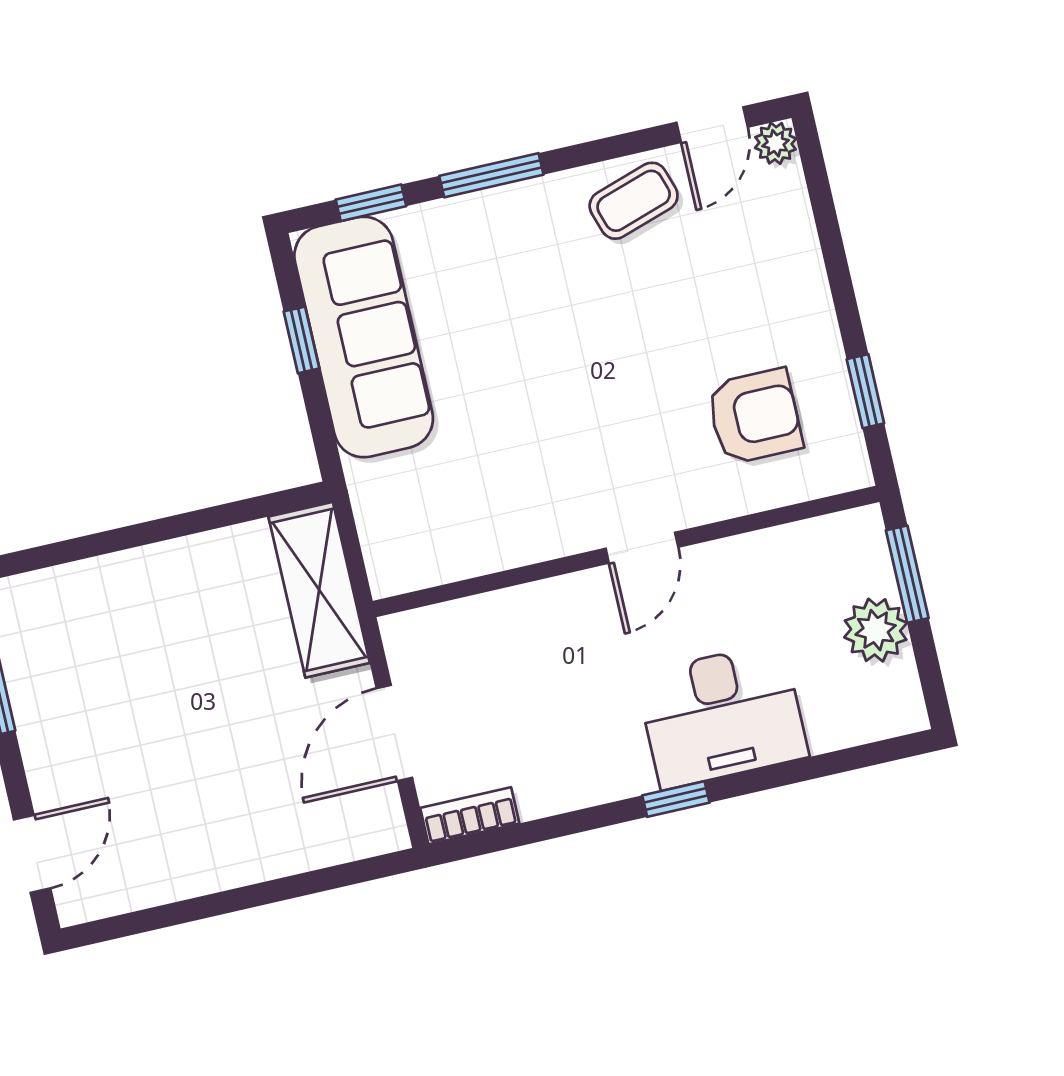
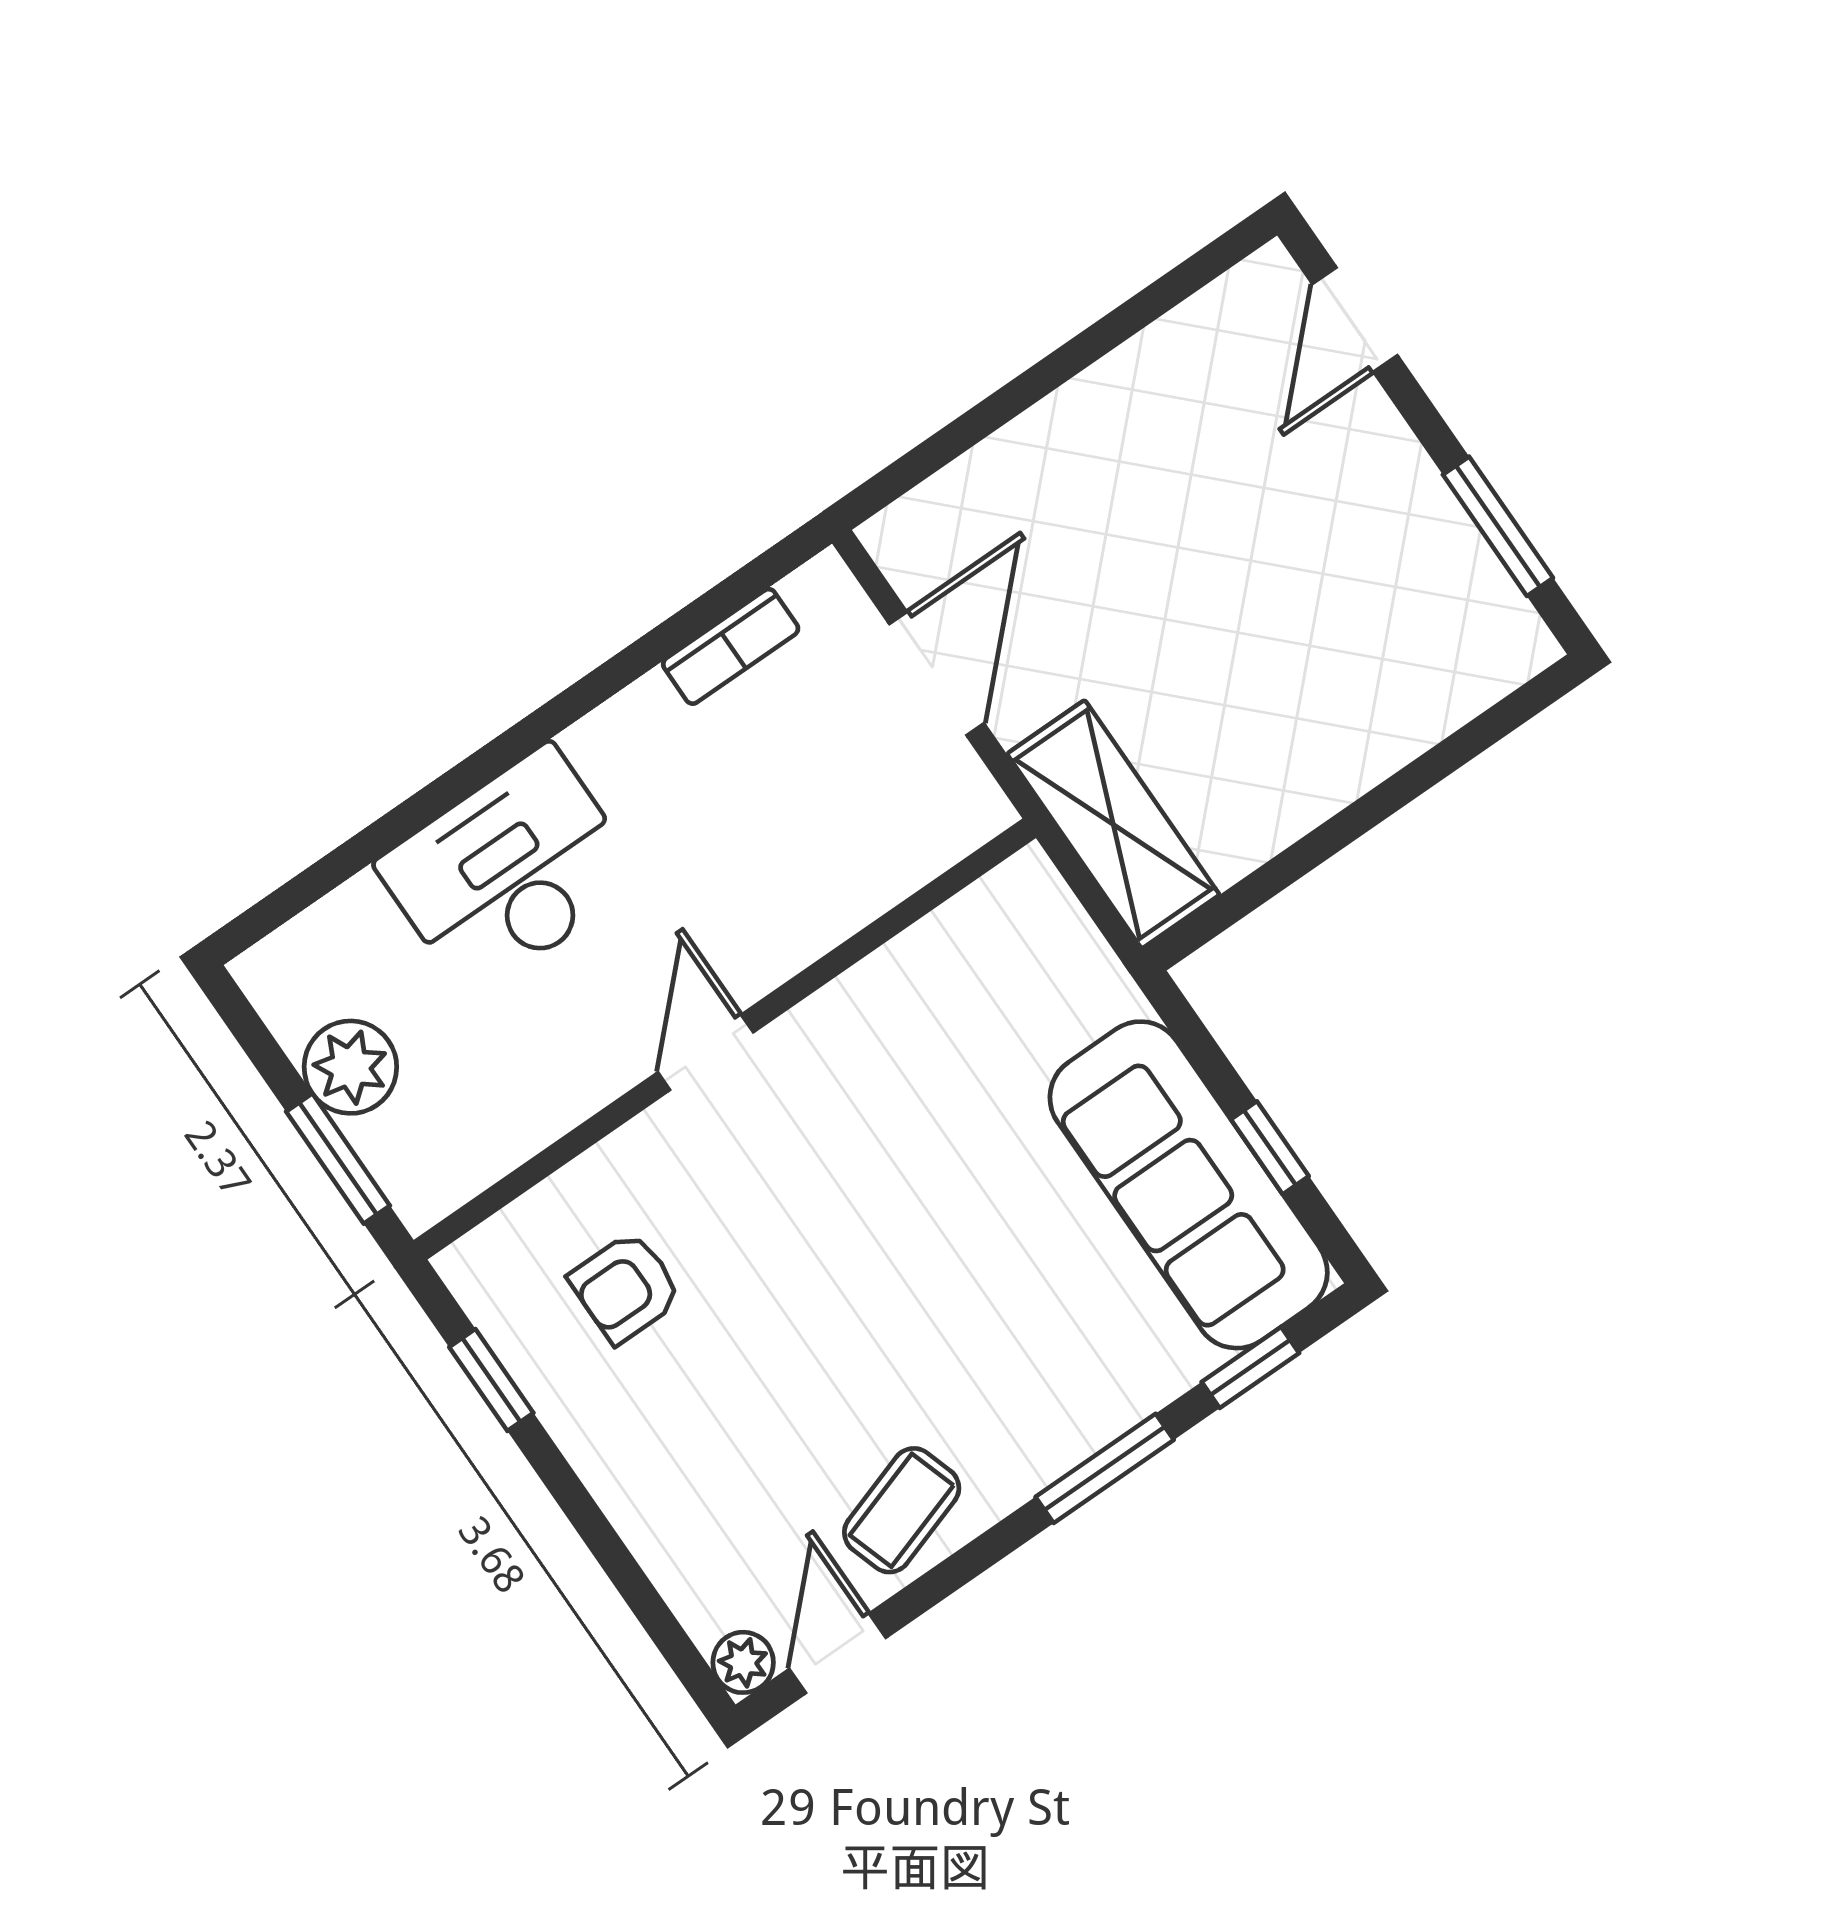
armchair: (755, 416) -> (626, 1287), width x0.72, depth x0.72
window: (676, 799) -> (527, 736), removed
bookcase: (470, 816) -> (731, 646), moved

